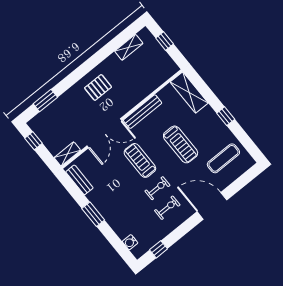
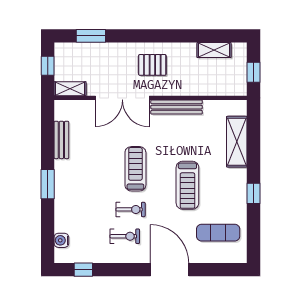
bench: (143, 112) -> (177, 107), moved
wall: (122, 119) -> (151, 98), moved
double door: (104, 133) -> (122, 98), moved
shelving: (67, 154) -> (70, 89), moved

